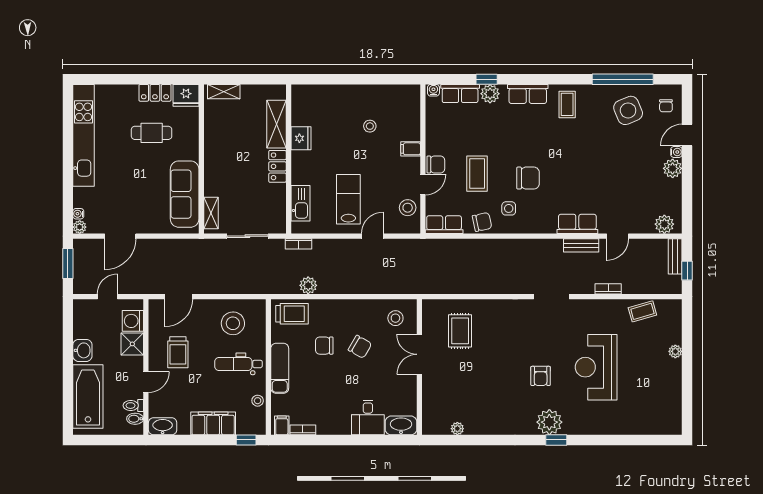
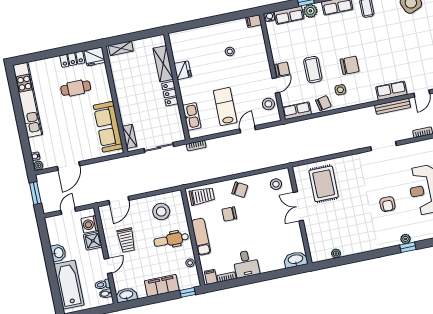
filing cabinet: (411, 149) -> (254, 21), moved
bench: (581, 245) -> (393, 106), width x1.36
plant: (308, 285) -> (209, 174), removed
rug: (460, 331) -> (324, 184), width x1.36, depth x1.43
chair: (360, 347) -> (240, 190), moved
desk: (368, 417) -> (246, 264), moved
plant: (549, 422) -> (406, 239), width x0.53, depth x0.53

